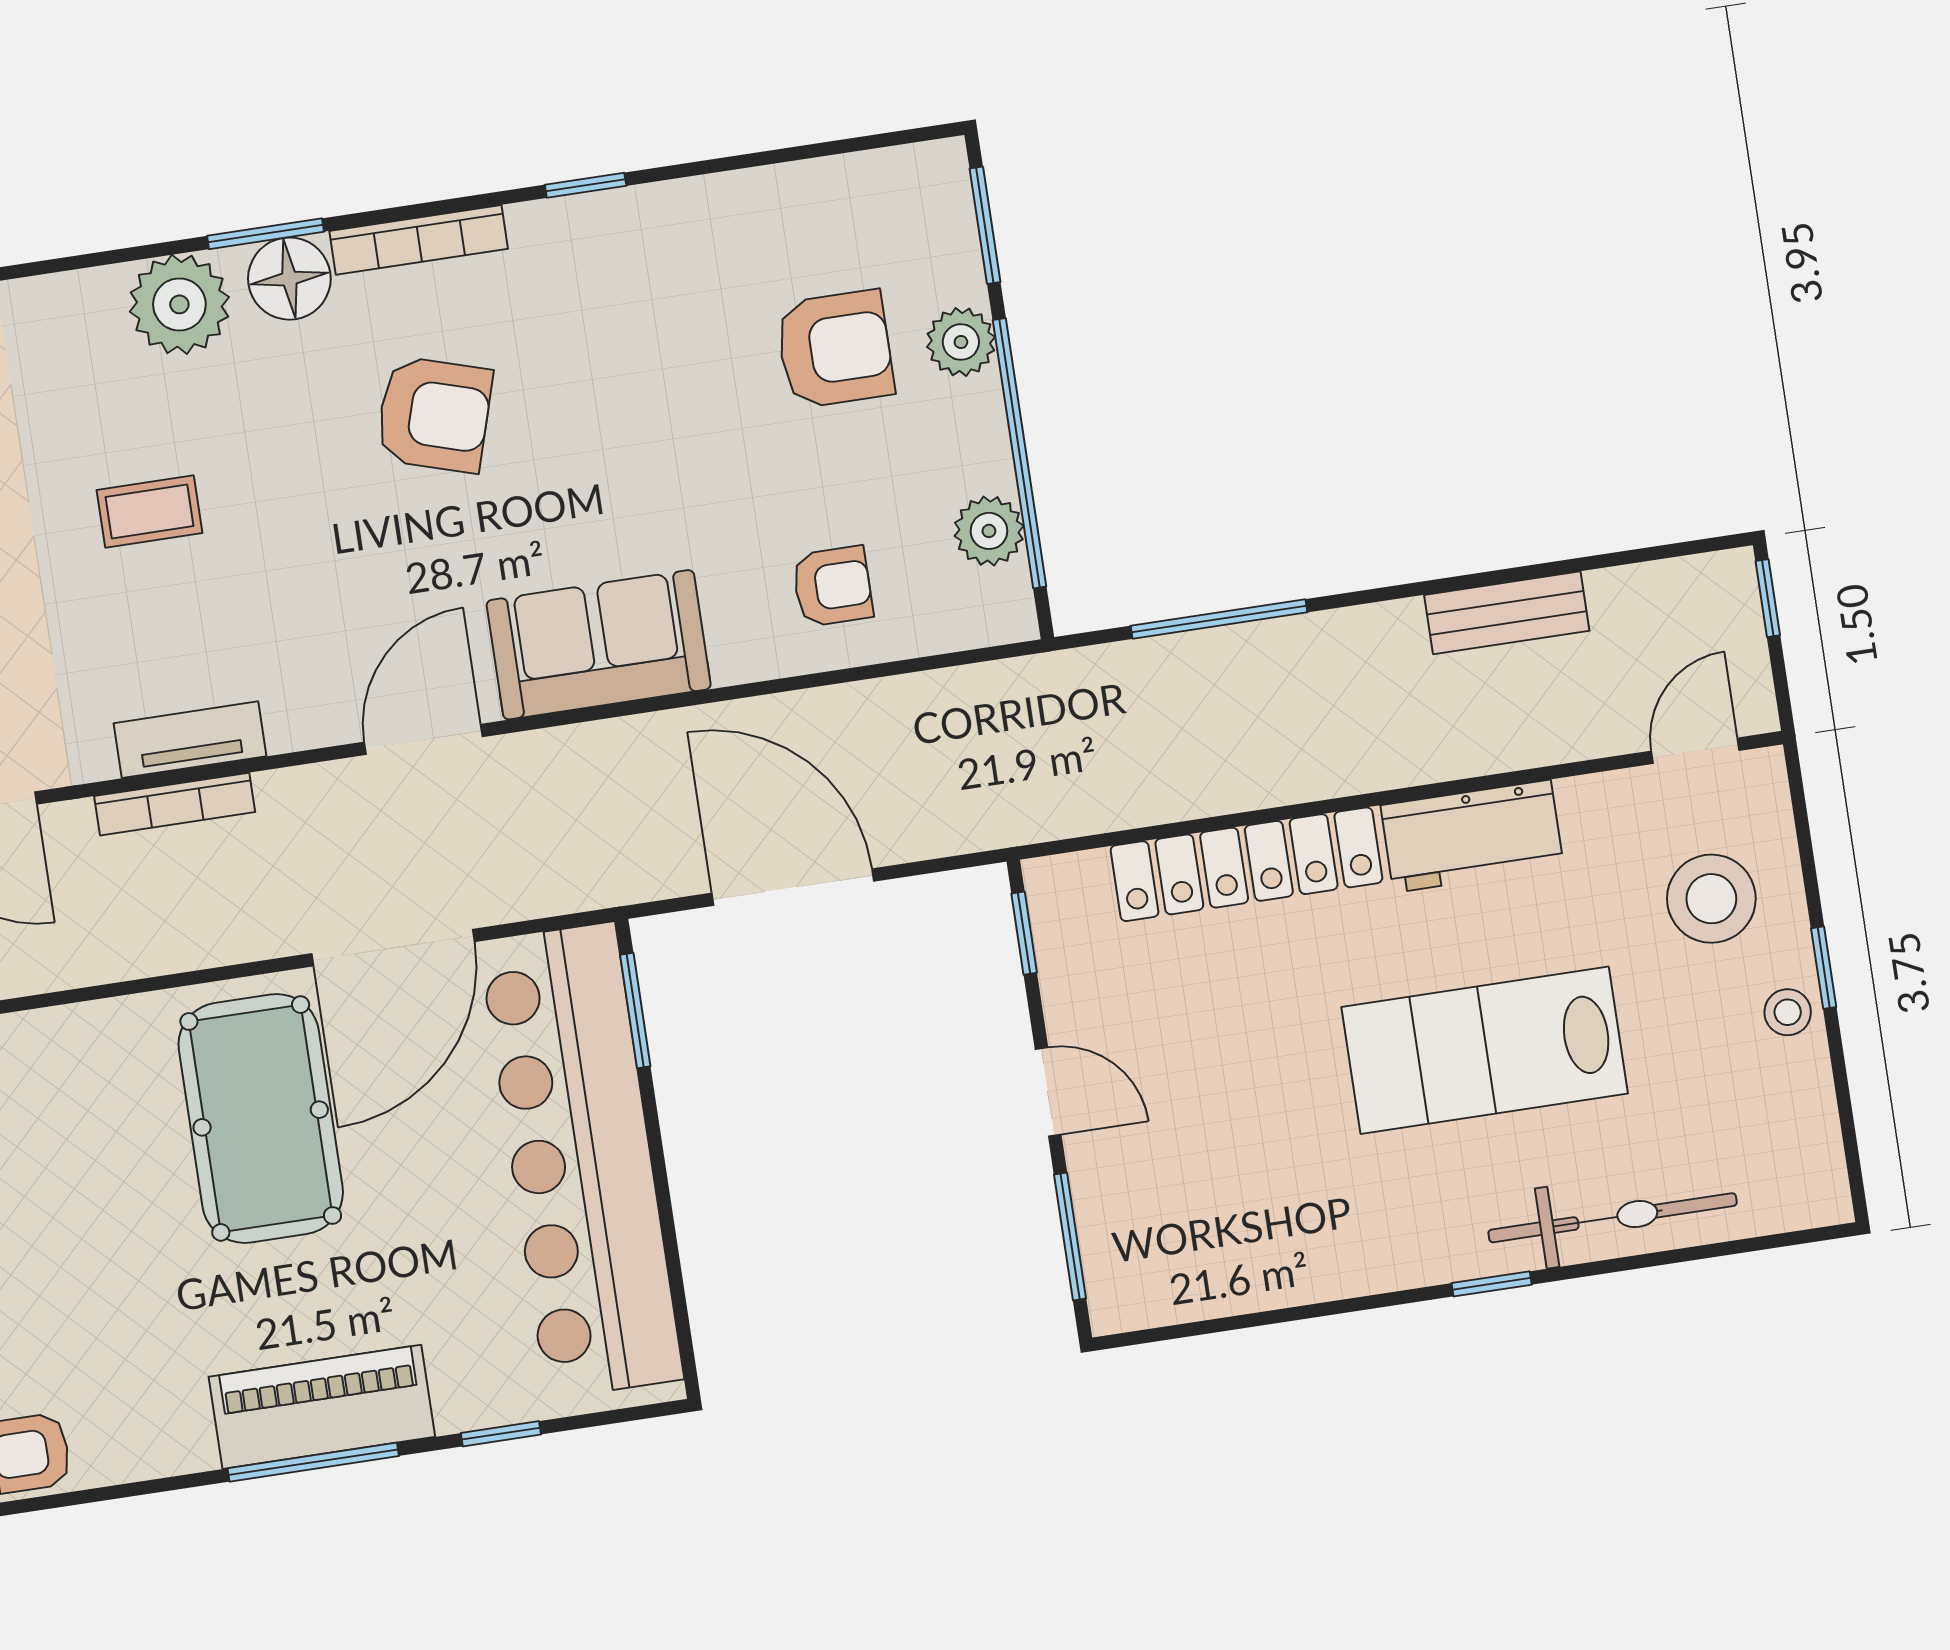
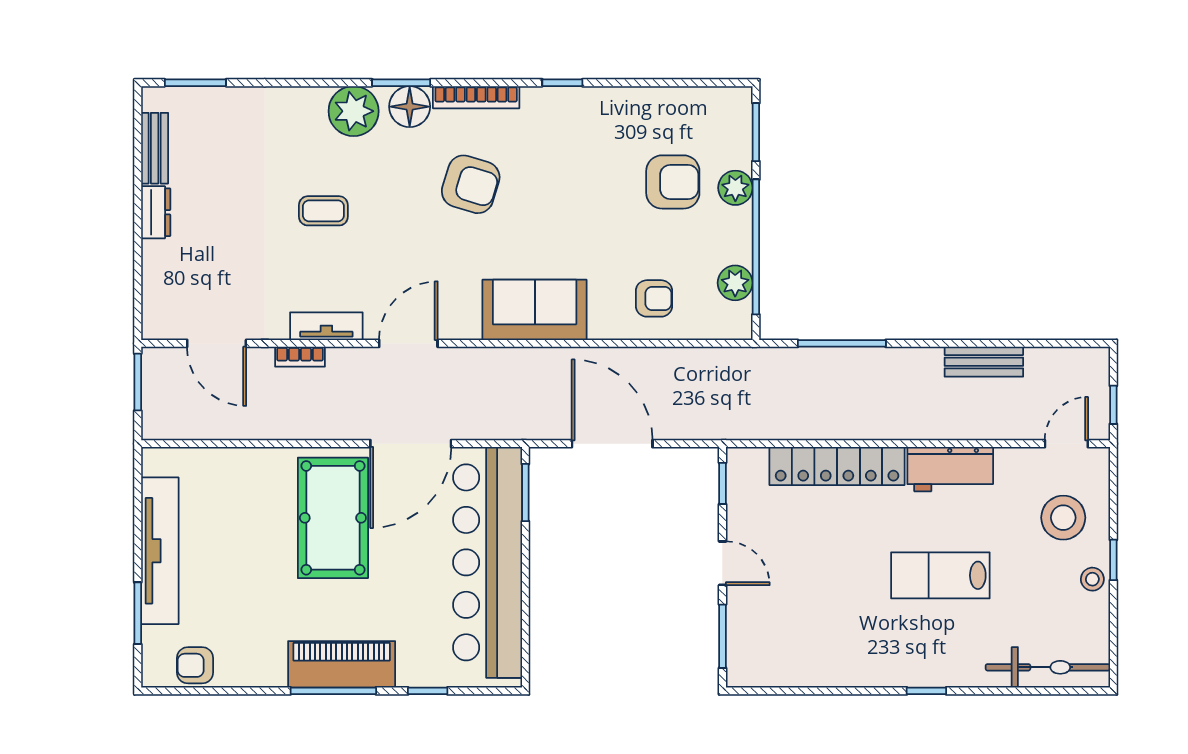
window: (1768, 598) -> (1113, 405), moved
door: (423, 739) -> (408, 343), moved
bookcase: (175, 804) -> (300, 357), width x0.64
lab bench: (1485, 1050) -> (940, 575), width x0.73, depth x0.72
bicycle: (1613, 1218) -> (1048, 667), moved

